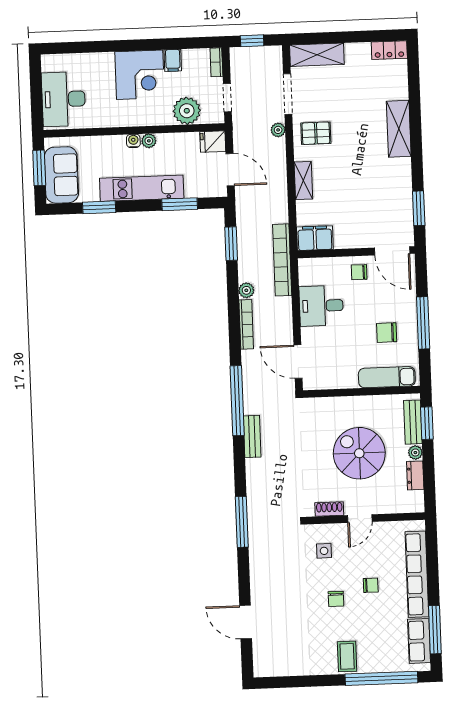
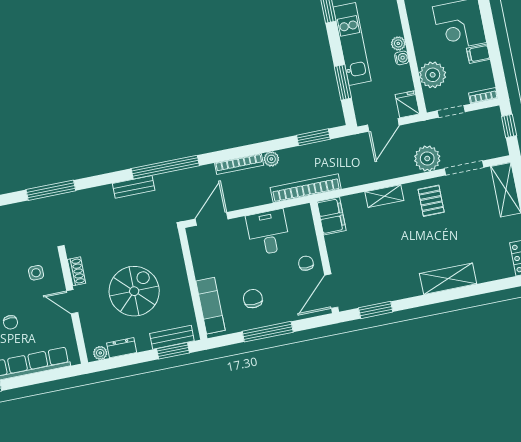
plant: (278, 130) -> (427, 158), width x1.88, depth x1.88
water cooler: (133, 141) -> (402, 58), moved
plant: (415, 453) -> (100, 353), moved

